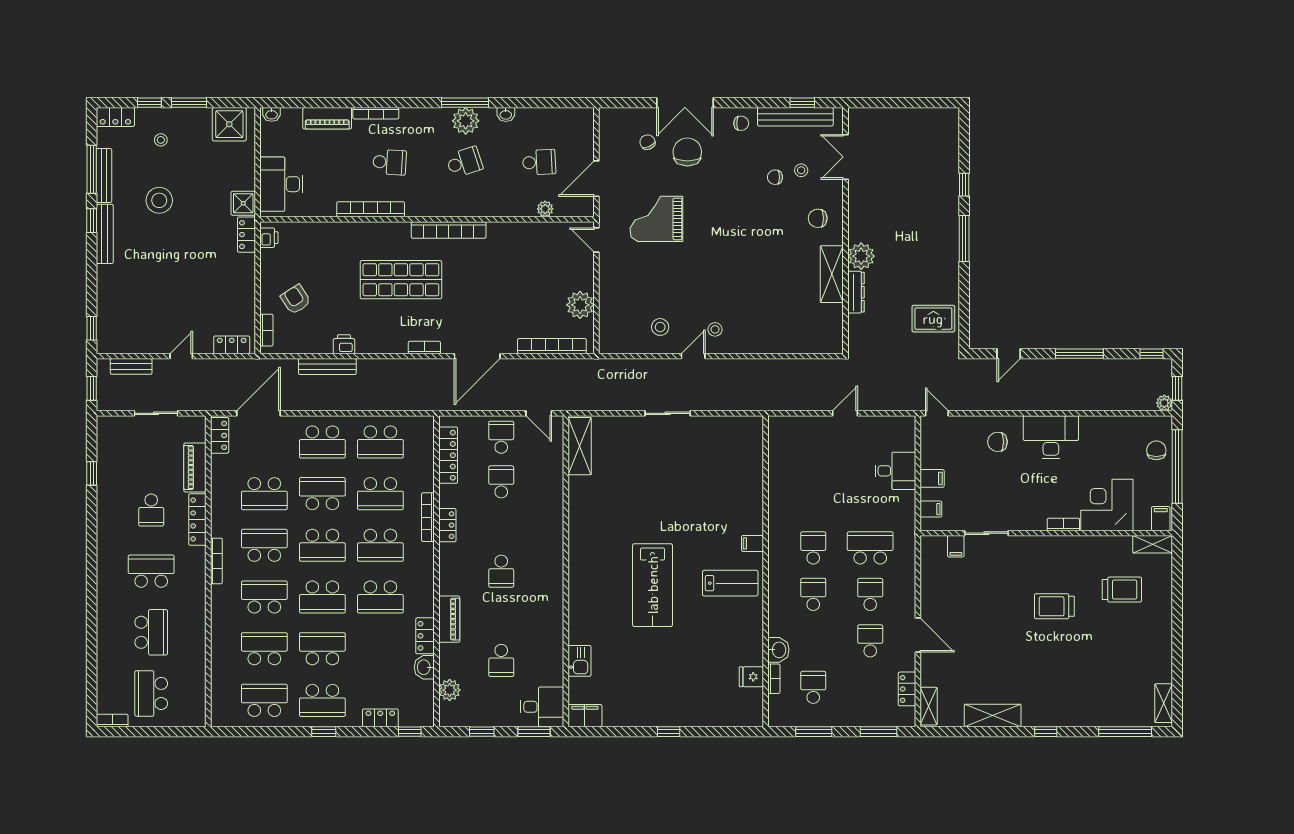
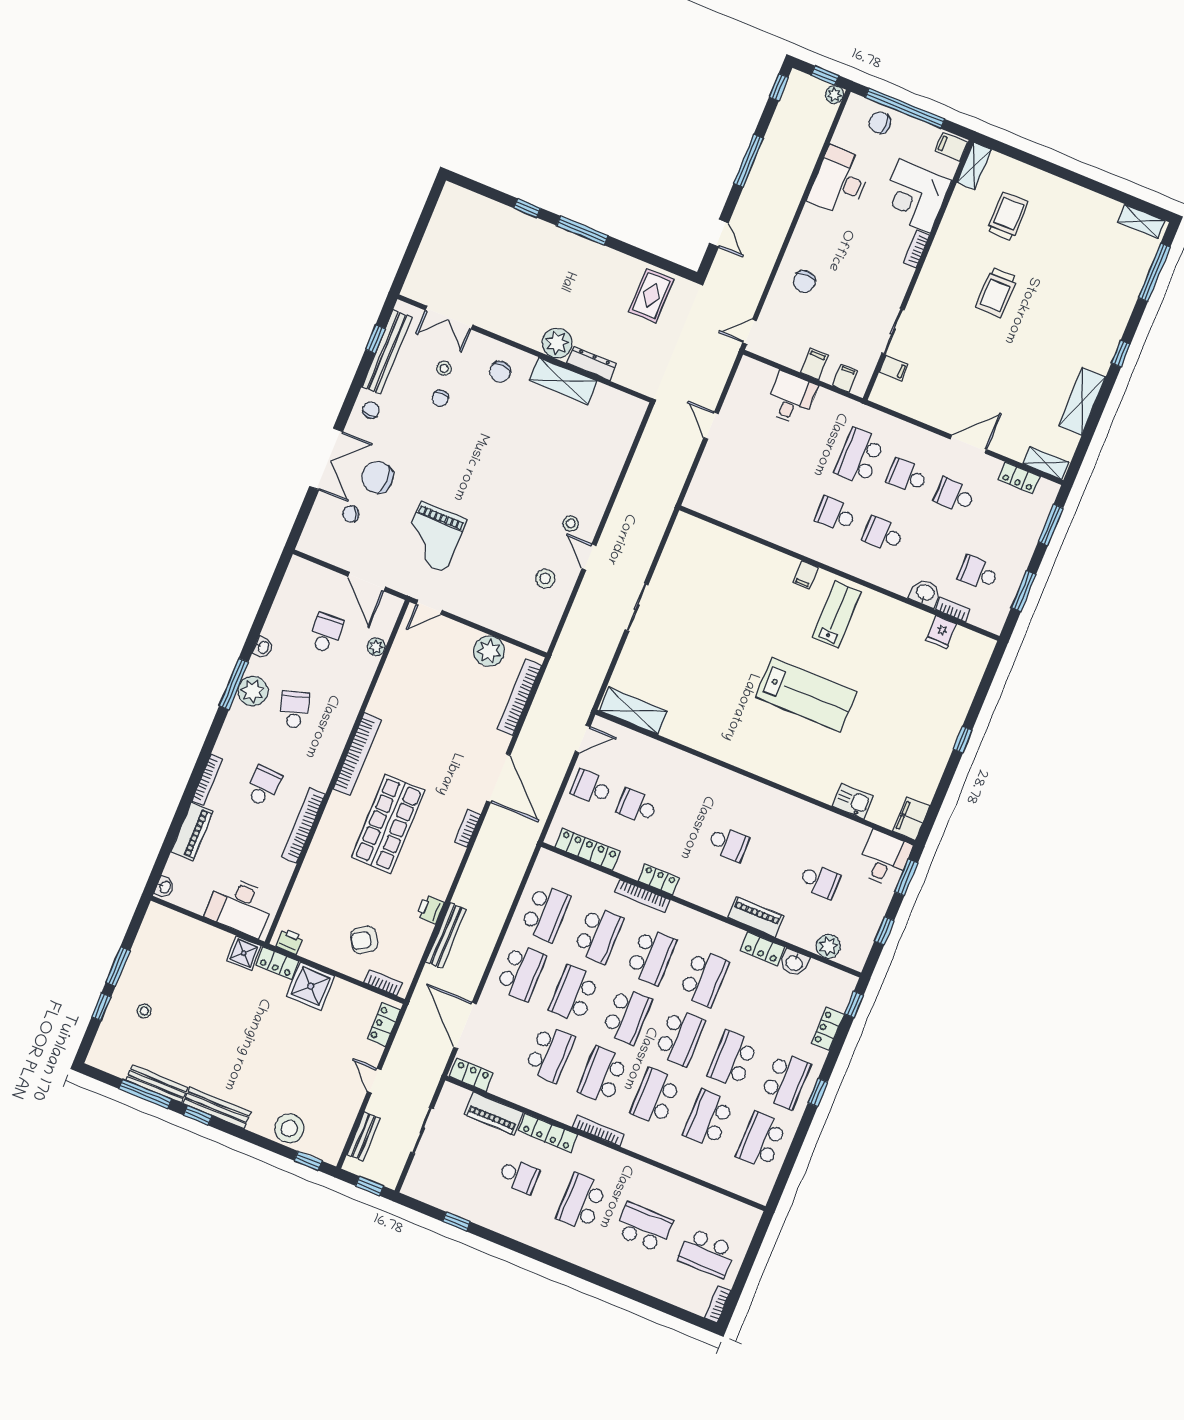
locker: (115, 117) -> (102, 1048), removed
shower: (229, 124) -> (311, 986), moved
stool: (159, 200) -> (289, 1128), moved
desk: (1051, 437) -> (840, 181), moved

